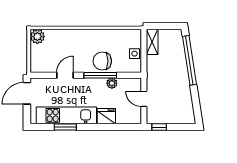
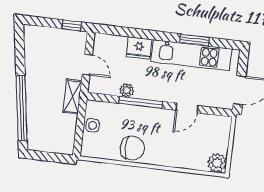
shelving: (152, 42) -> (72, 96), moved
chair: (102, 61) -> (132, 148), moved

